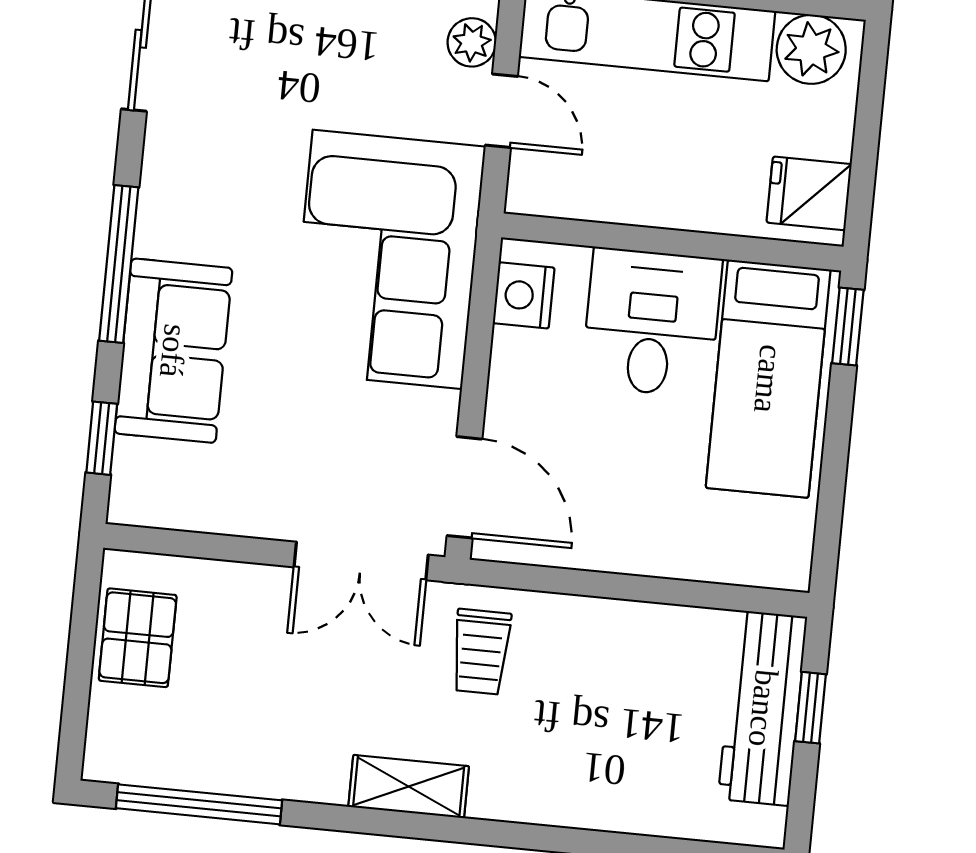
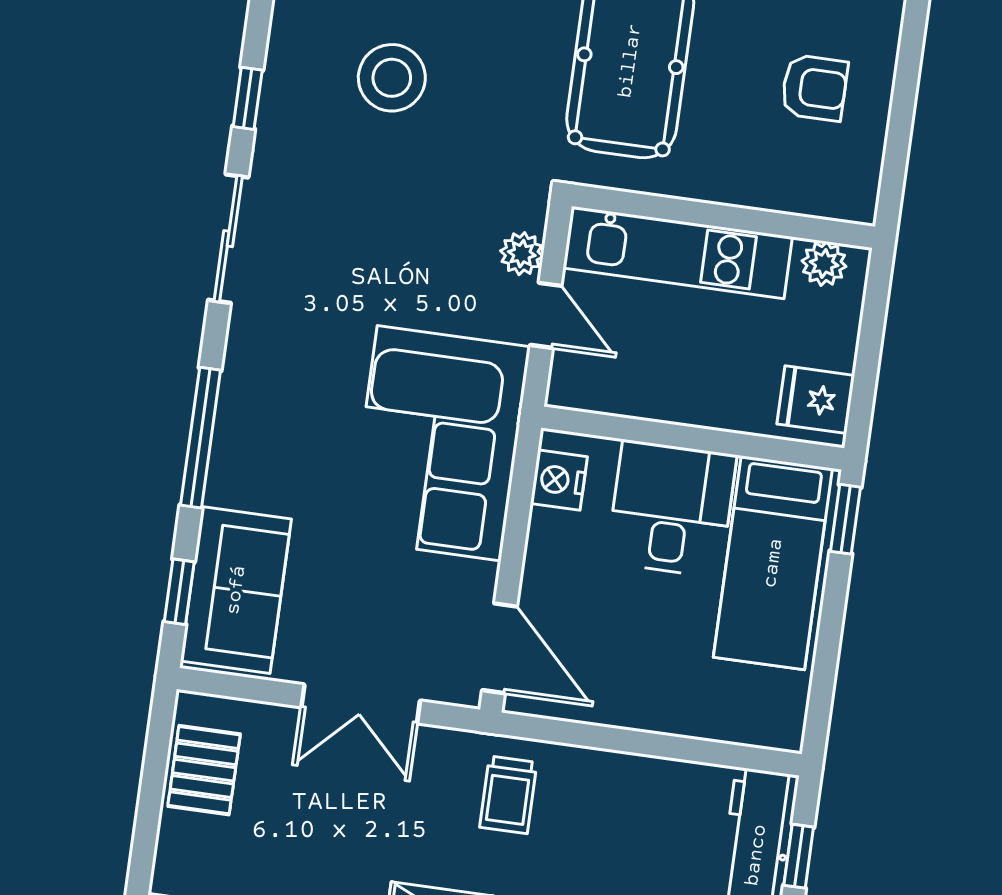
plant: (811, 49) -> (824, 264), width x0.73, depth x0.73
sofa: (173, 351) -> (236, 590), moved
double door: (361, 561) -> (361, 704), moved

